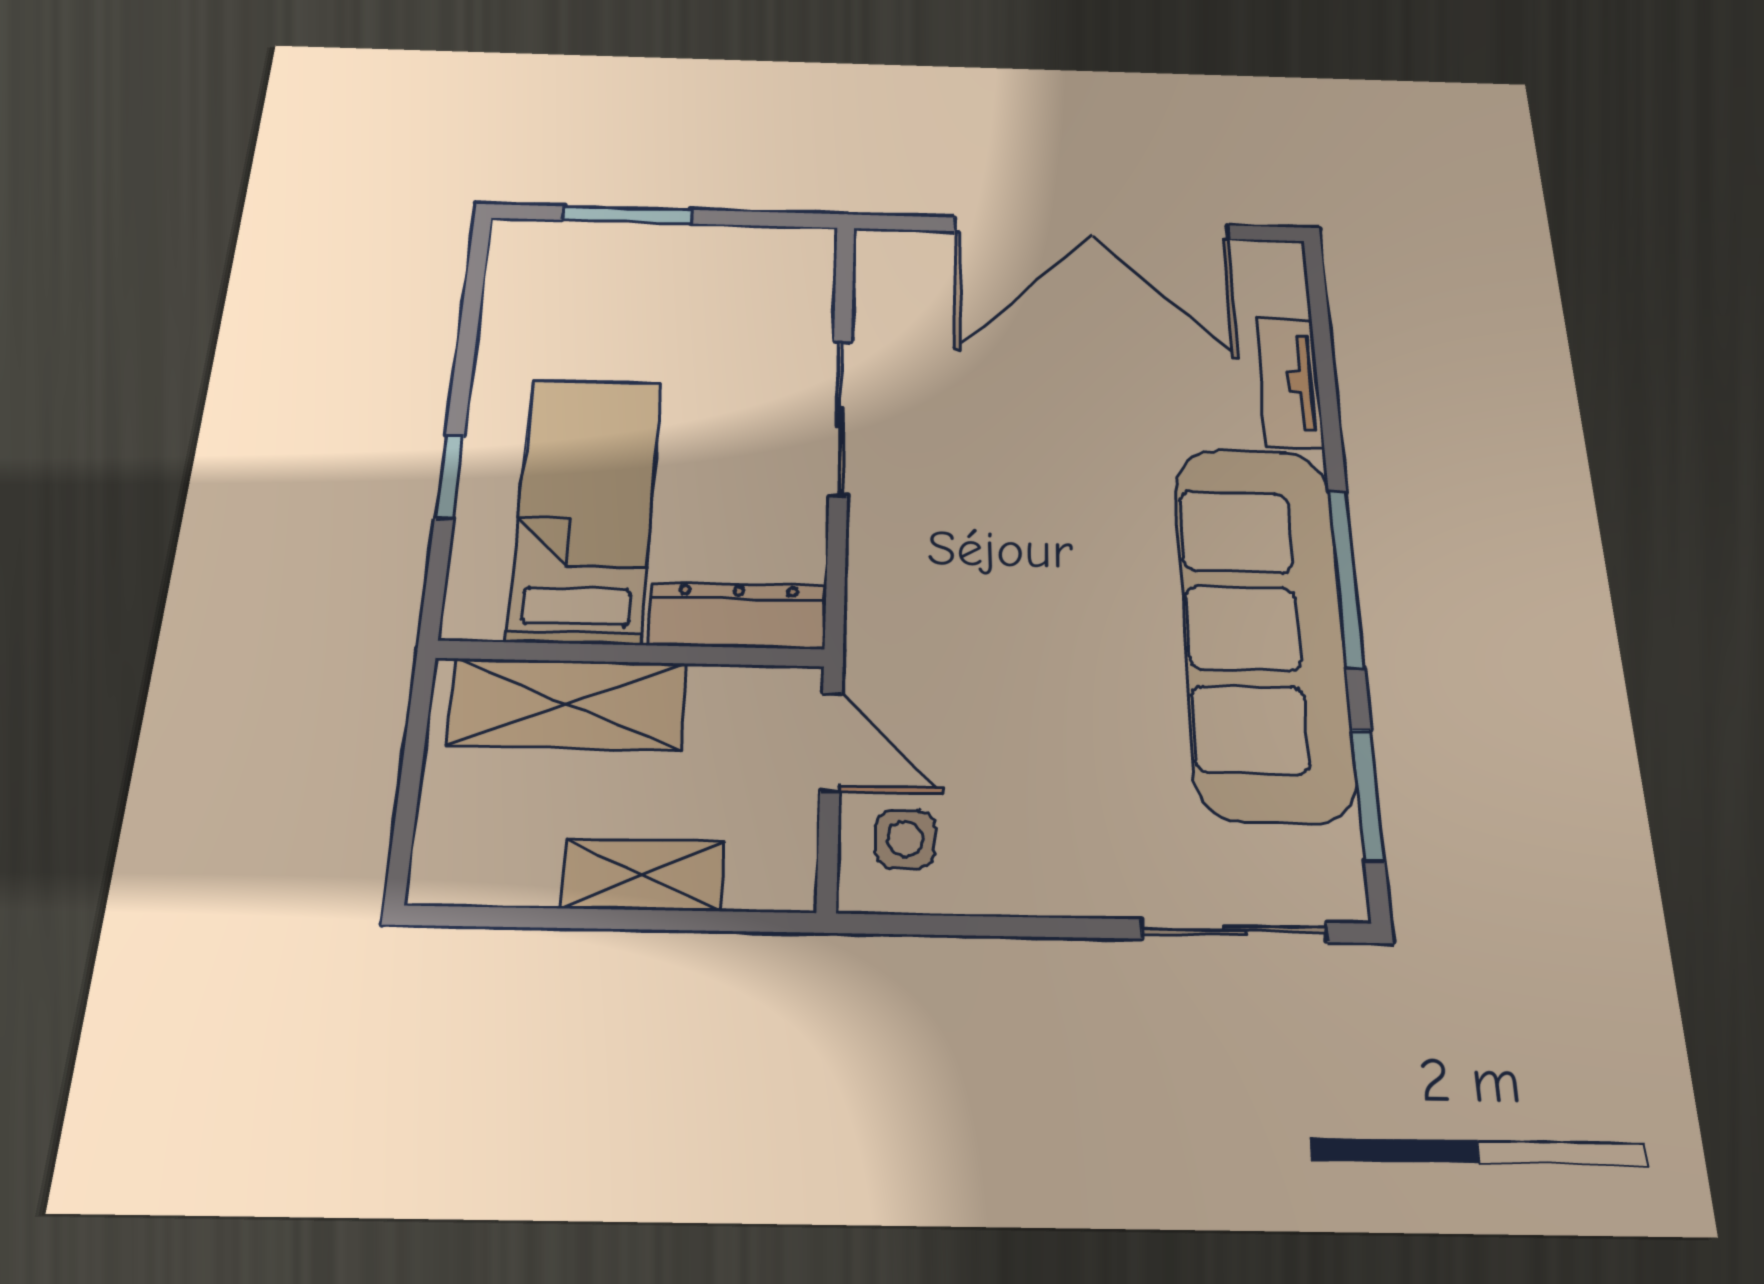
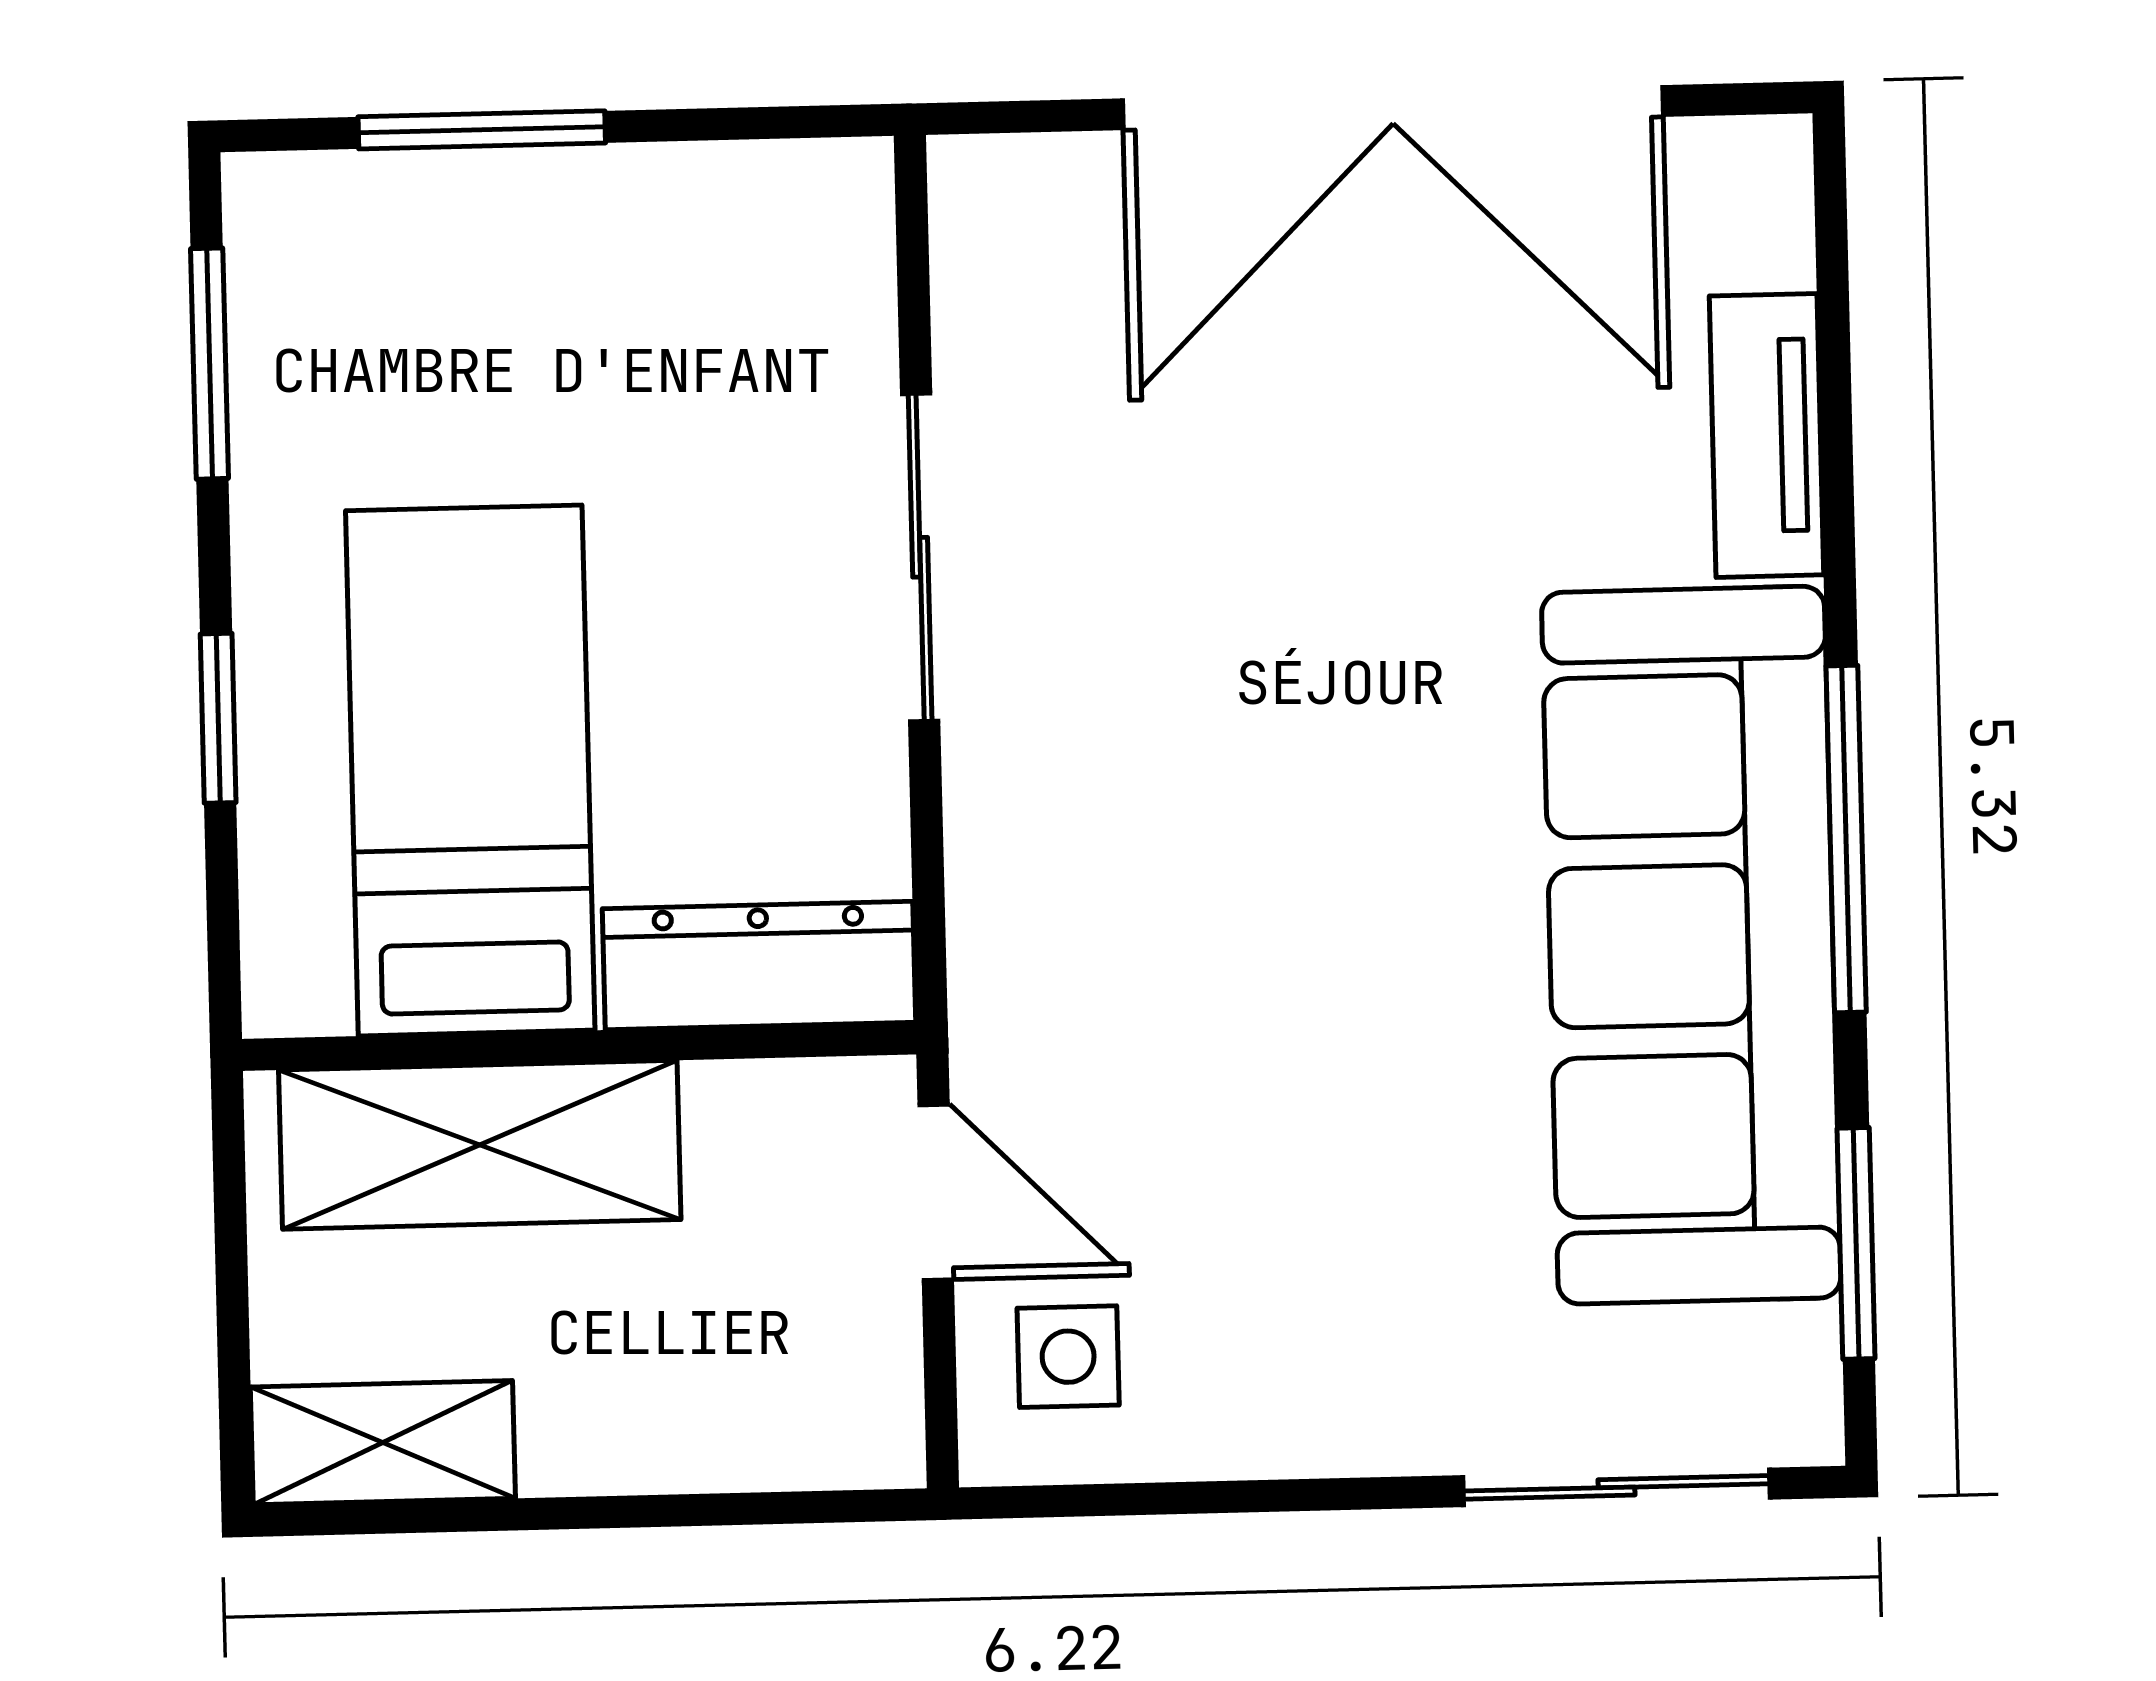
window: (471, 310) -> (209, 364), added
shelving: (643, 875) -> (383, 1443), moved

